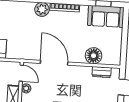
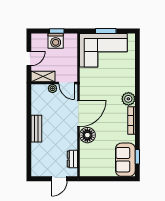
floor lamp: (94, 56) -> (87, 135), moved
door: (21, 73) -> (67, 83), hinge flipped

